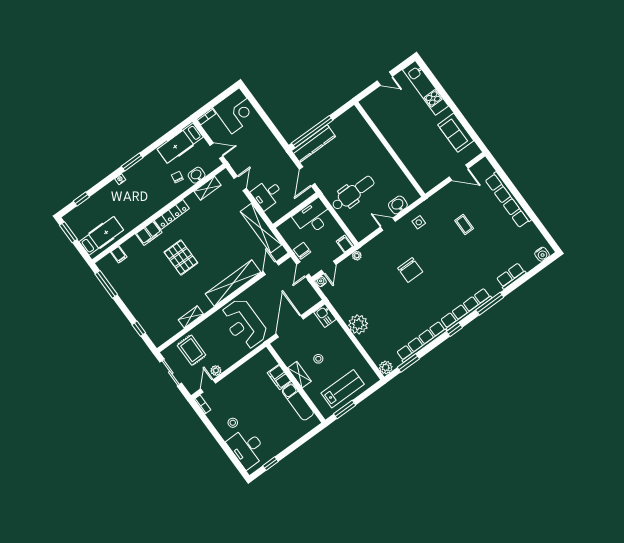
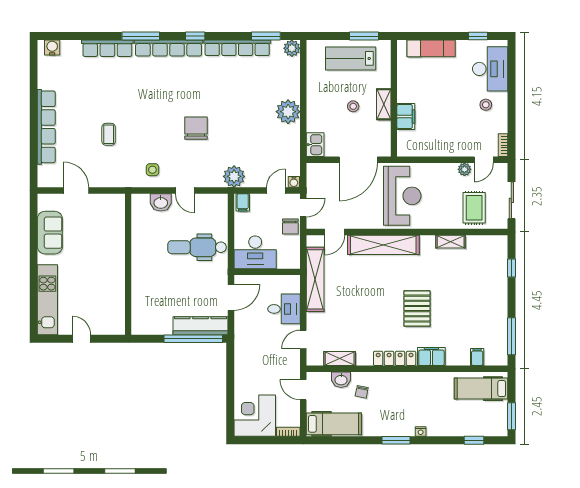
plant: (357, 256) -> (234, 176), width x1.87, depth x1.87
row of seats: (511, 276) -> (107, 48), width x1.48
exam couch: (298, 402) -> (431, 48), moved, turned 90

